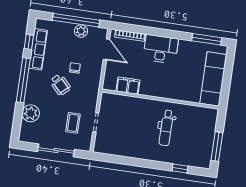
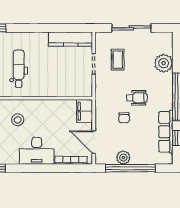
stool: (174, 80) -> (18, 120), added
wheelchair: (60, 85) -> (137, 98), turned 134
filing cabinet: (128, 86) -> (85, 111), moved, turned 90
kitchen counter: (114, 148) -> (71, 39), added

